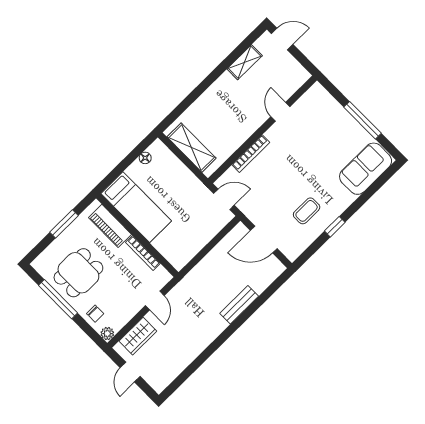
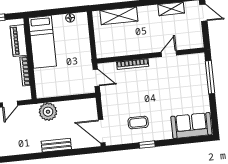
window: (363, 120) -> (210, 77), moved
shelving: (192, 148) -> (119, 16), moved, turned 90
door: (264, 240) -> (102, 131), moved
plant: (202, 276) -> (48, 112), added

